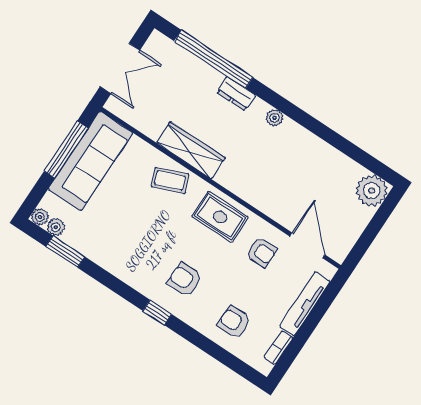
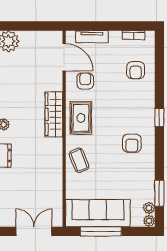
wardrobe: (191, 150) -> (54, 114), moved
door: (307, 245) -> (64, 57), swing flipped
armchair: (185, 280) -> (132, 143), moved
tv unit: (305, 304) -> (92, 37), width x0.71

